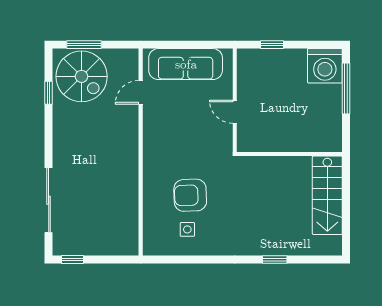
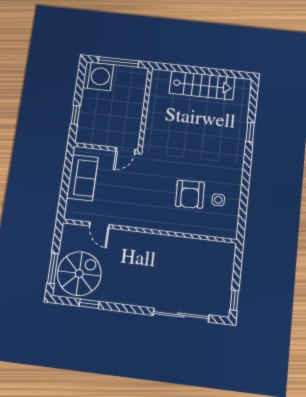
sofa: (186, 64) -> (82, 178), width x0.73
wall: (289, 154) -> (145, 109), moved

